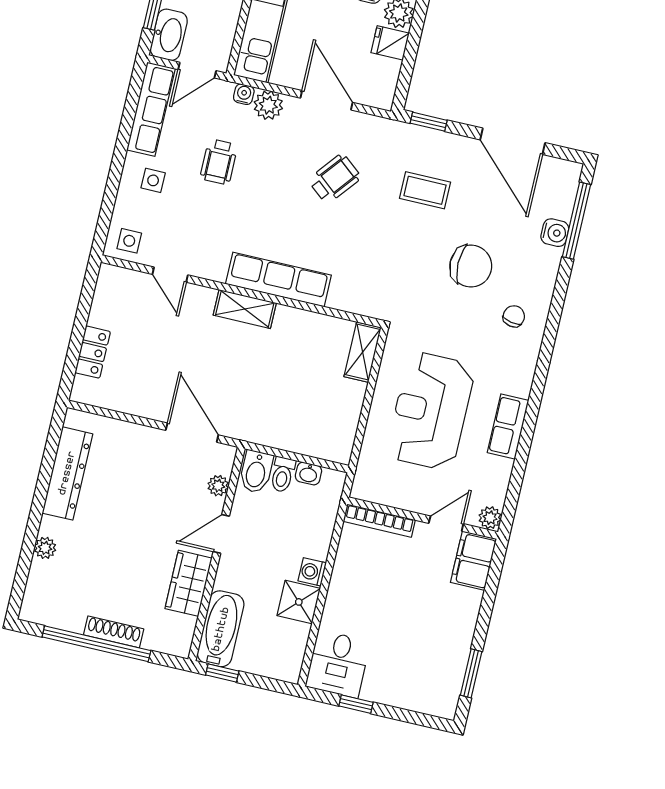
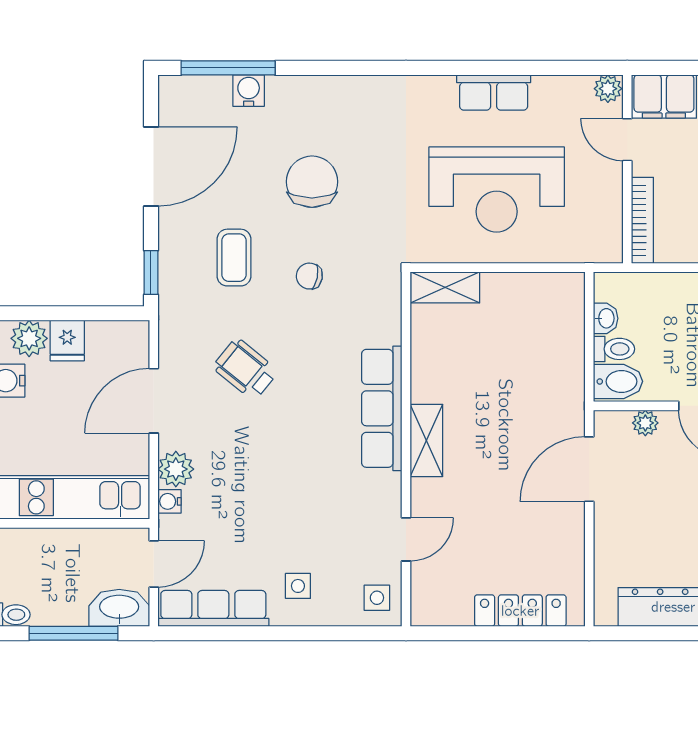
door: (197, 70) -> (154, 564), hinge flipped
wheelchair: (219, 162) -> (257, 512), removed
chair: (514, 316) -> (309, 276), moved
locker: (93, 352) -> (520, 611), width x1.53

